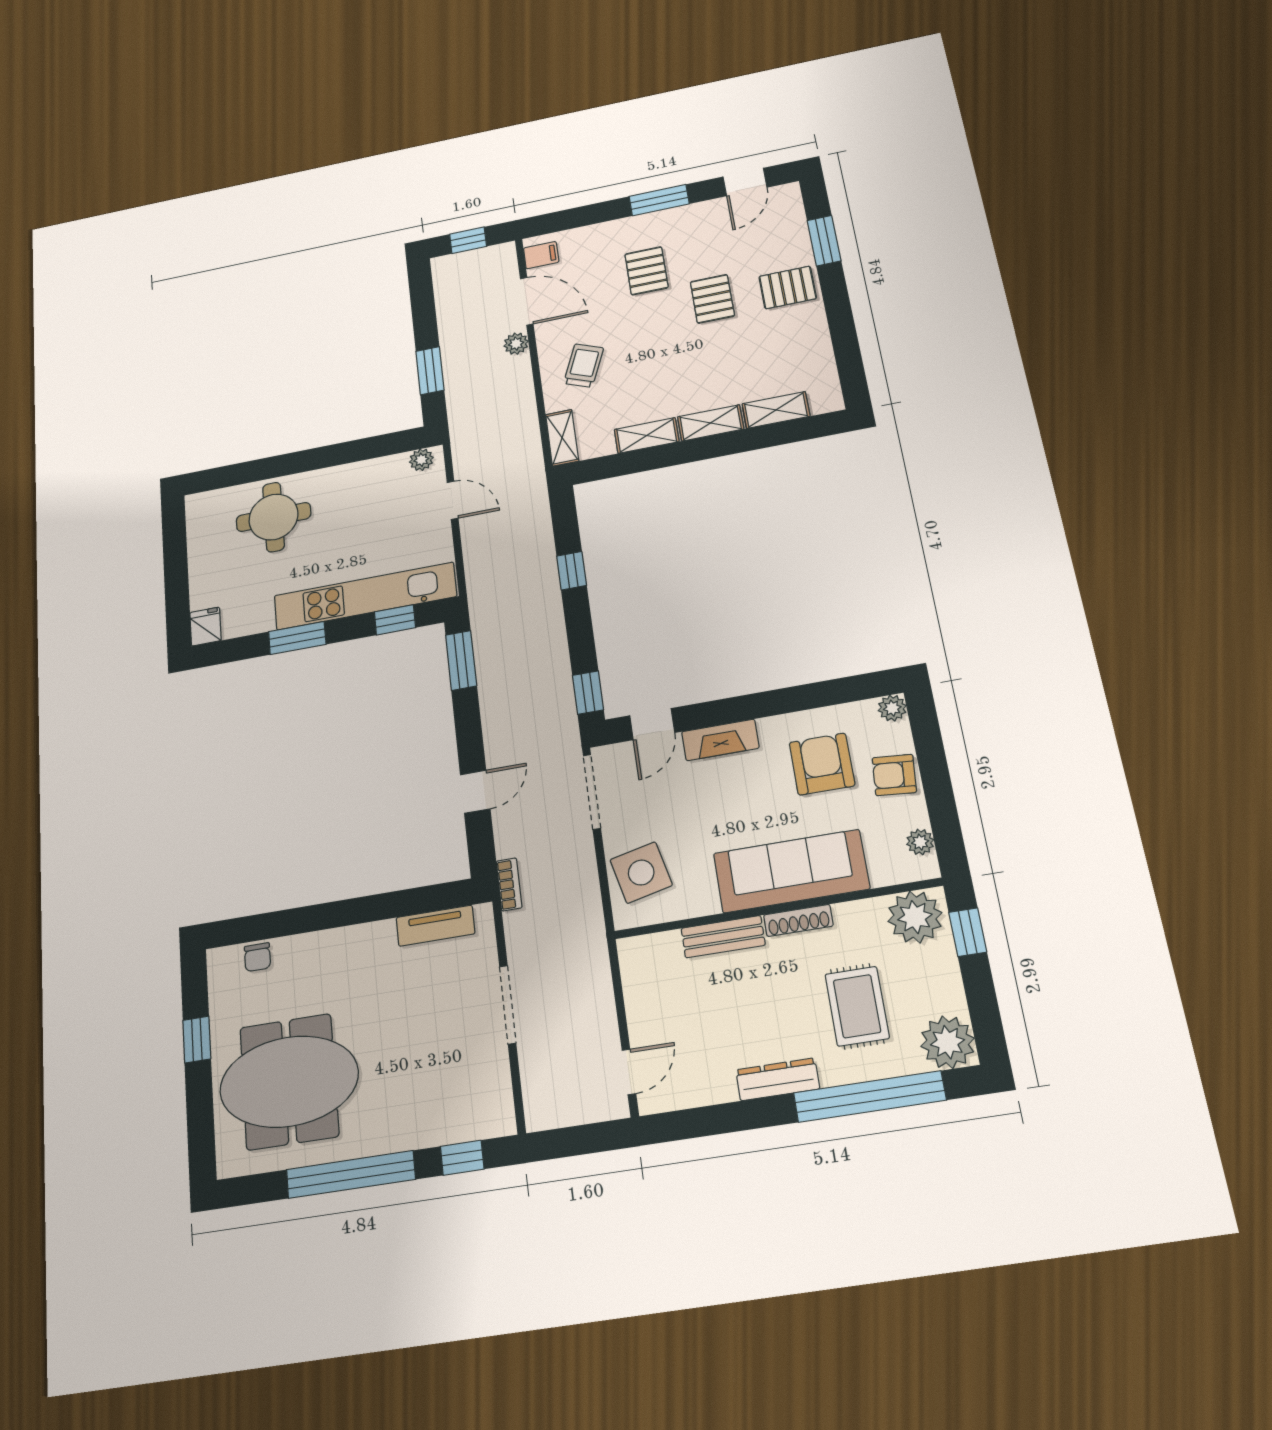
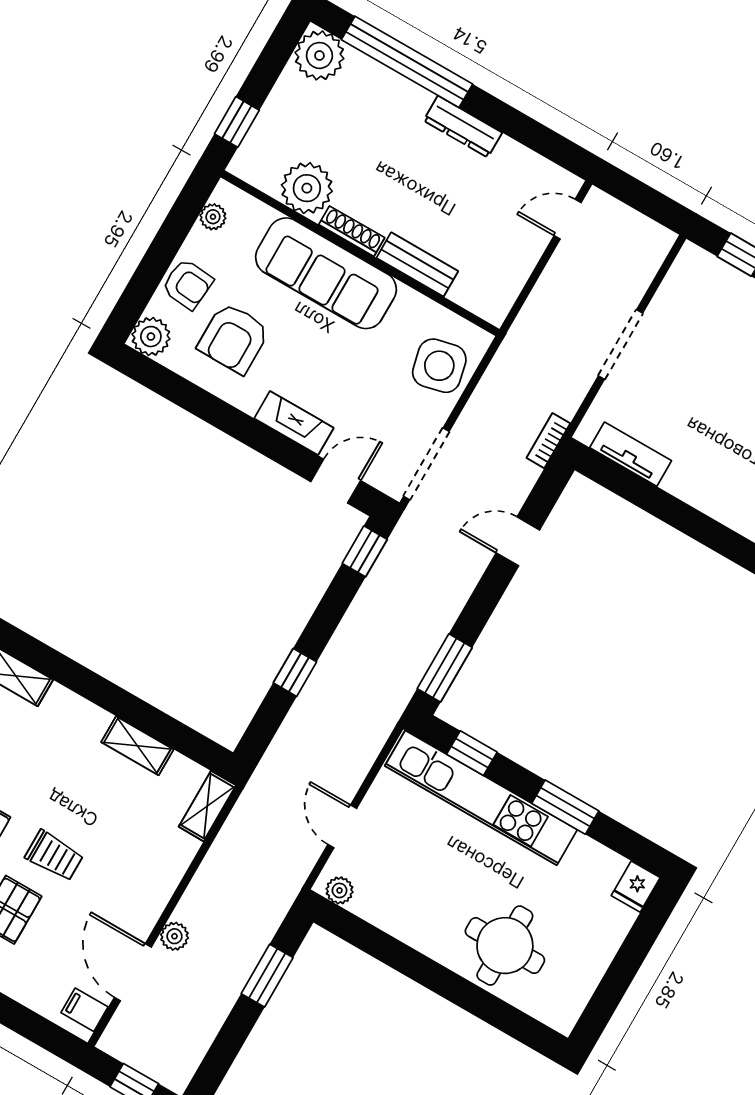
trolley: (584, 366) -> (54, 856), moved, turned -112
shelving: (711, 423) -> (77, 711), removed
plant: (892, 708) -> (151, 337), width x1.38, depth x1.38
plant: (915, 917) -> (307, 188), moved
rug: (857, 1006) -> (362, 133), removed

